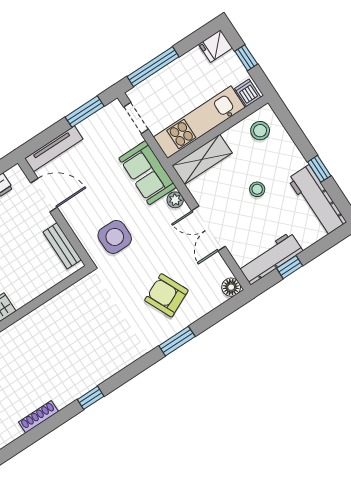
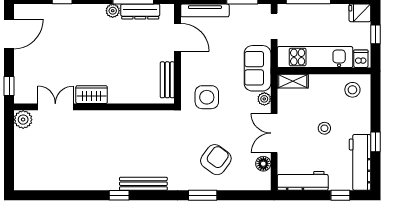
shelving: (202, 159) -> (293, 81), width x0.67, depth x0.75
window: (290, 267) -> (340, 195), moved
floor lamp: (231, 287) -> (263, 164), moved
armchair: (166, 295) -> (216, 160), turned 61
bench: (108, 369) -> (143, 184), added
shoe rack: (38, 417) -> (75, 185), removed

